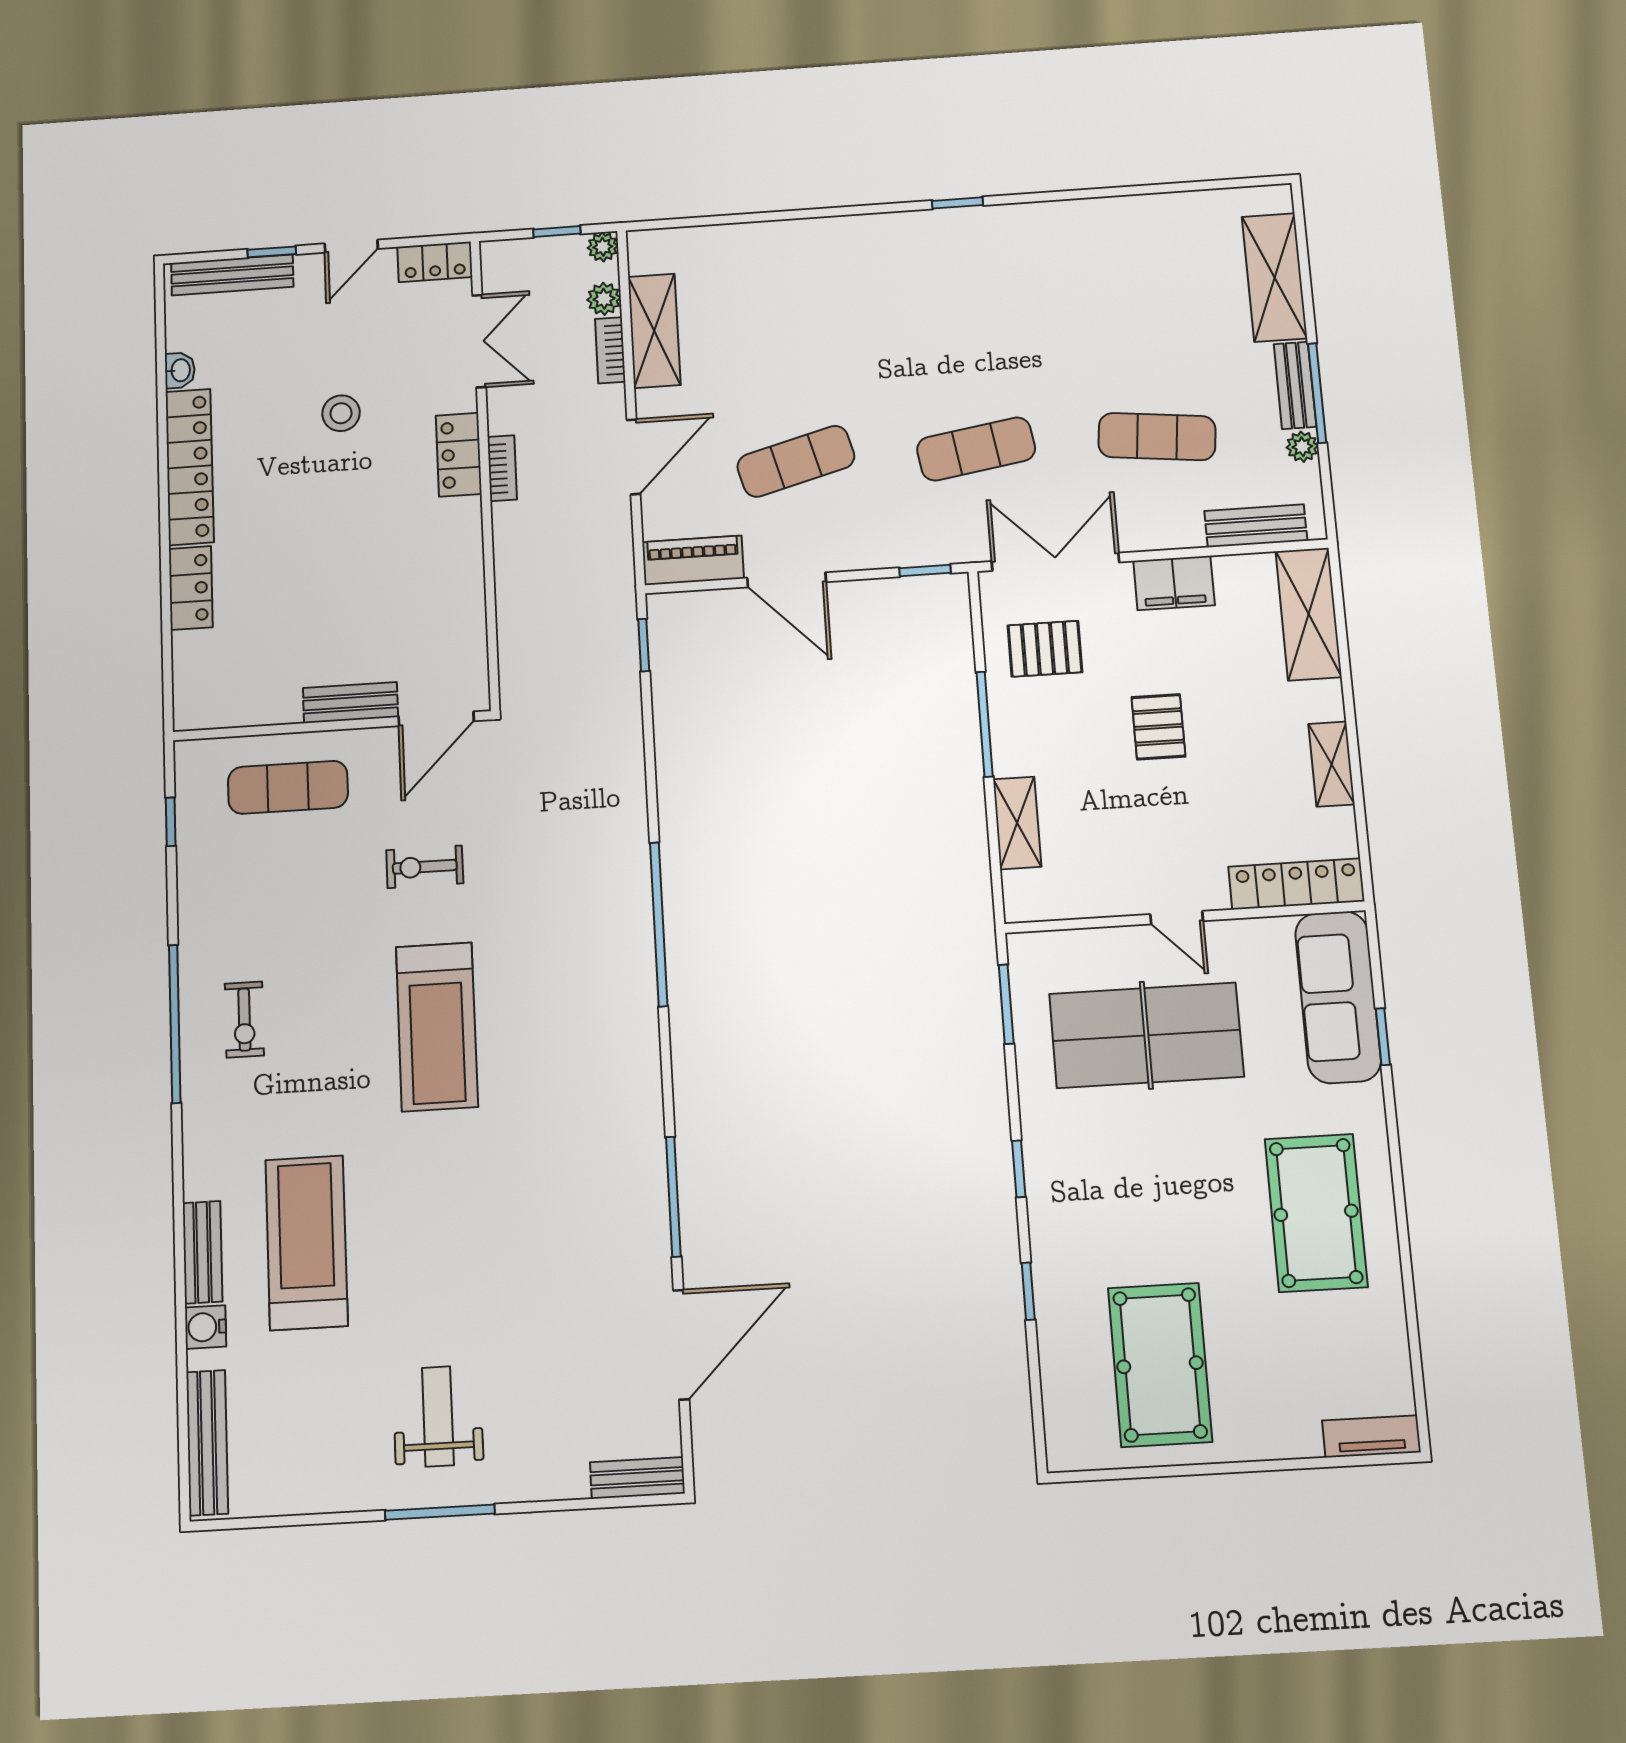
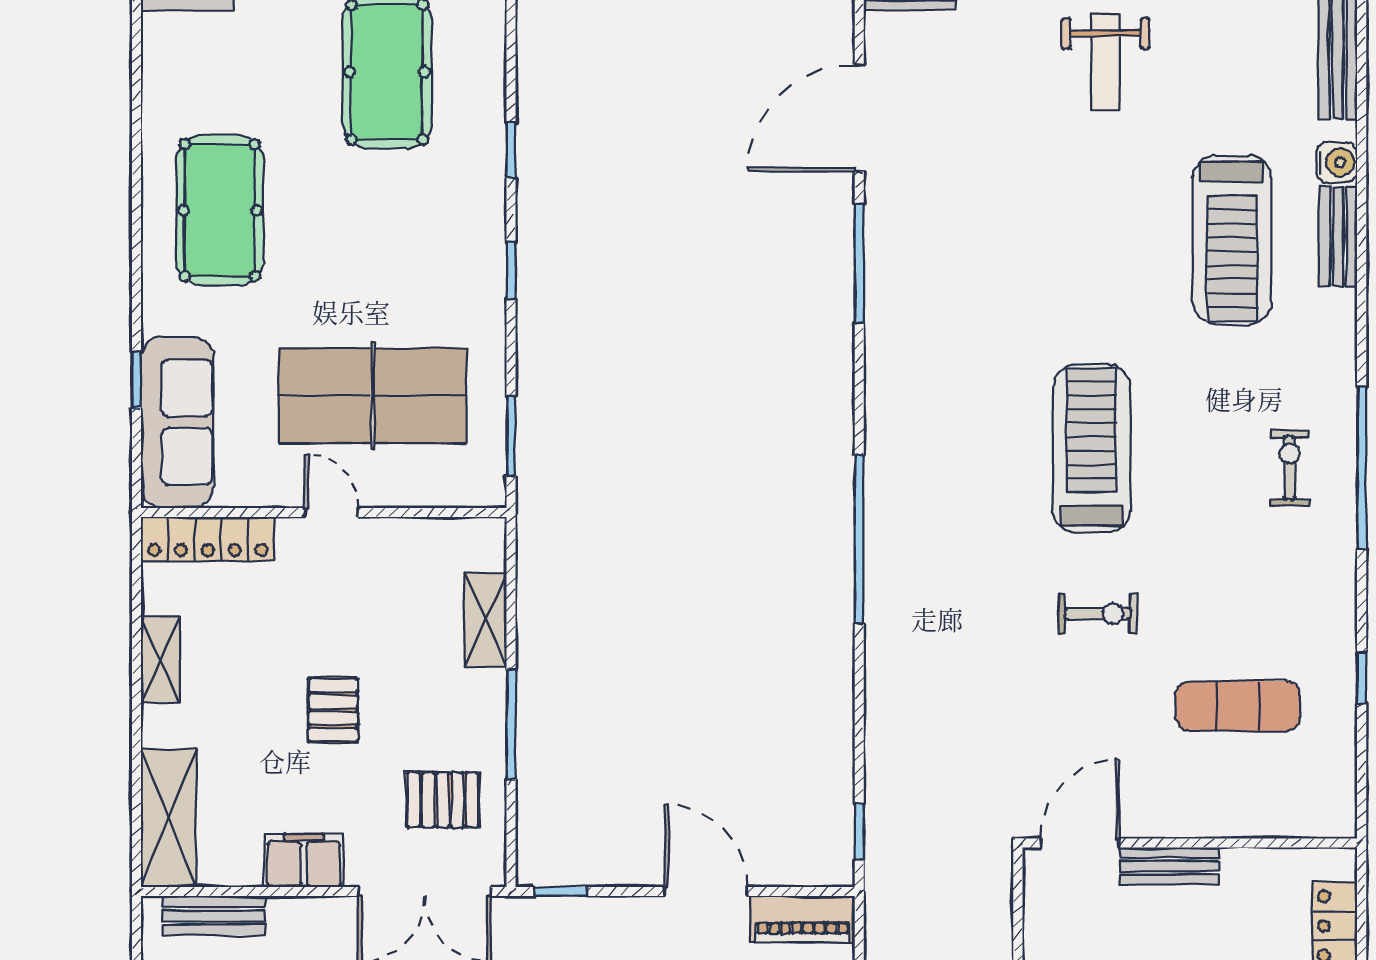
bench: (350, 703) -> (1169, 866), moved
door: (436, 719) -> (1080, 843), moved
wall: (332, 726) -> (1190, 843), moved

